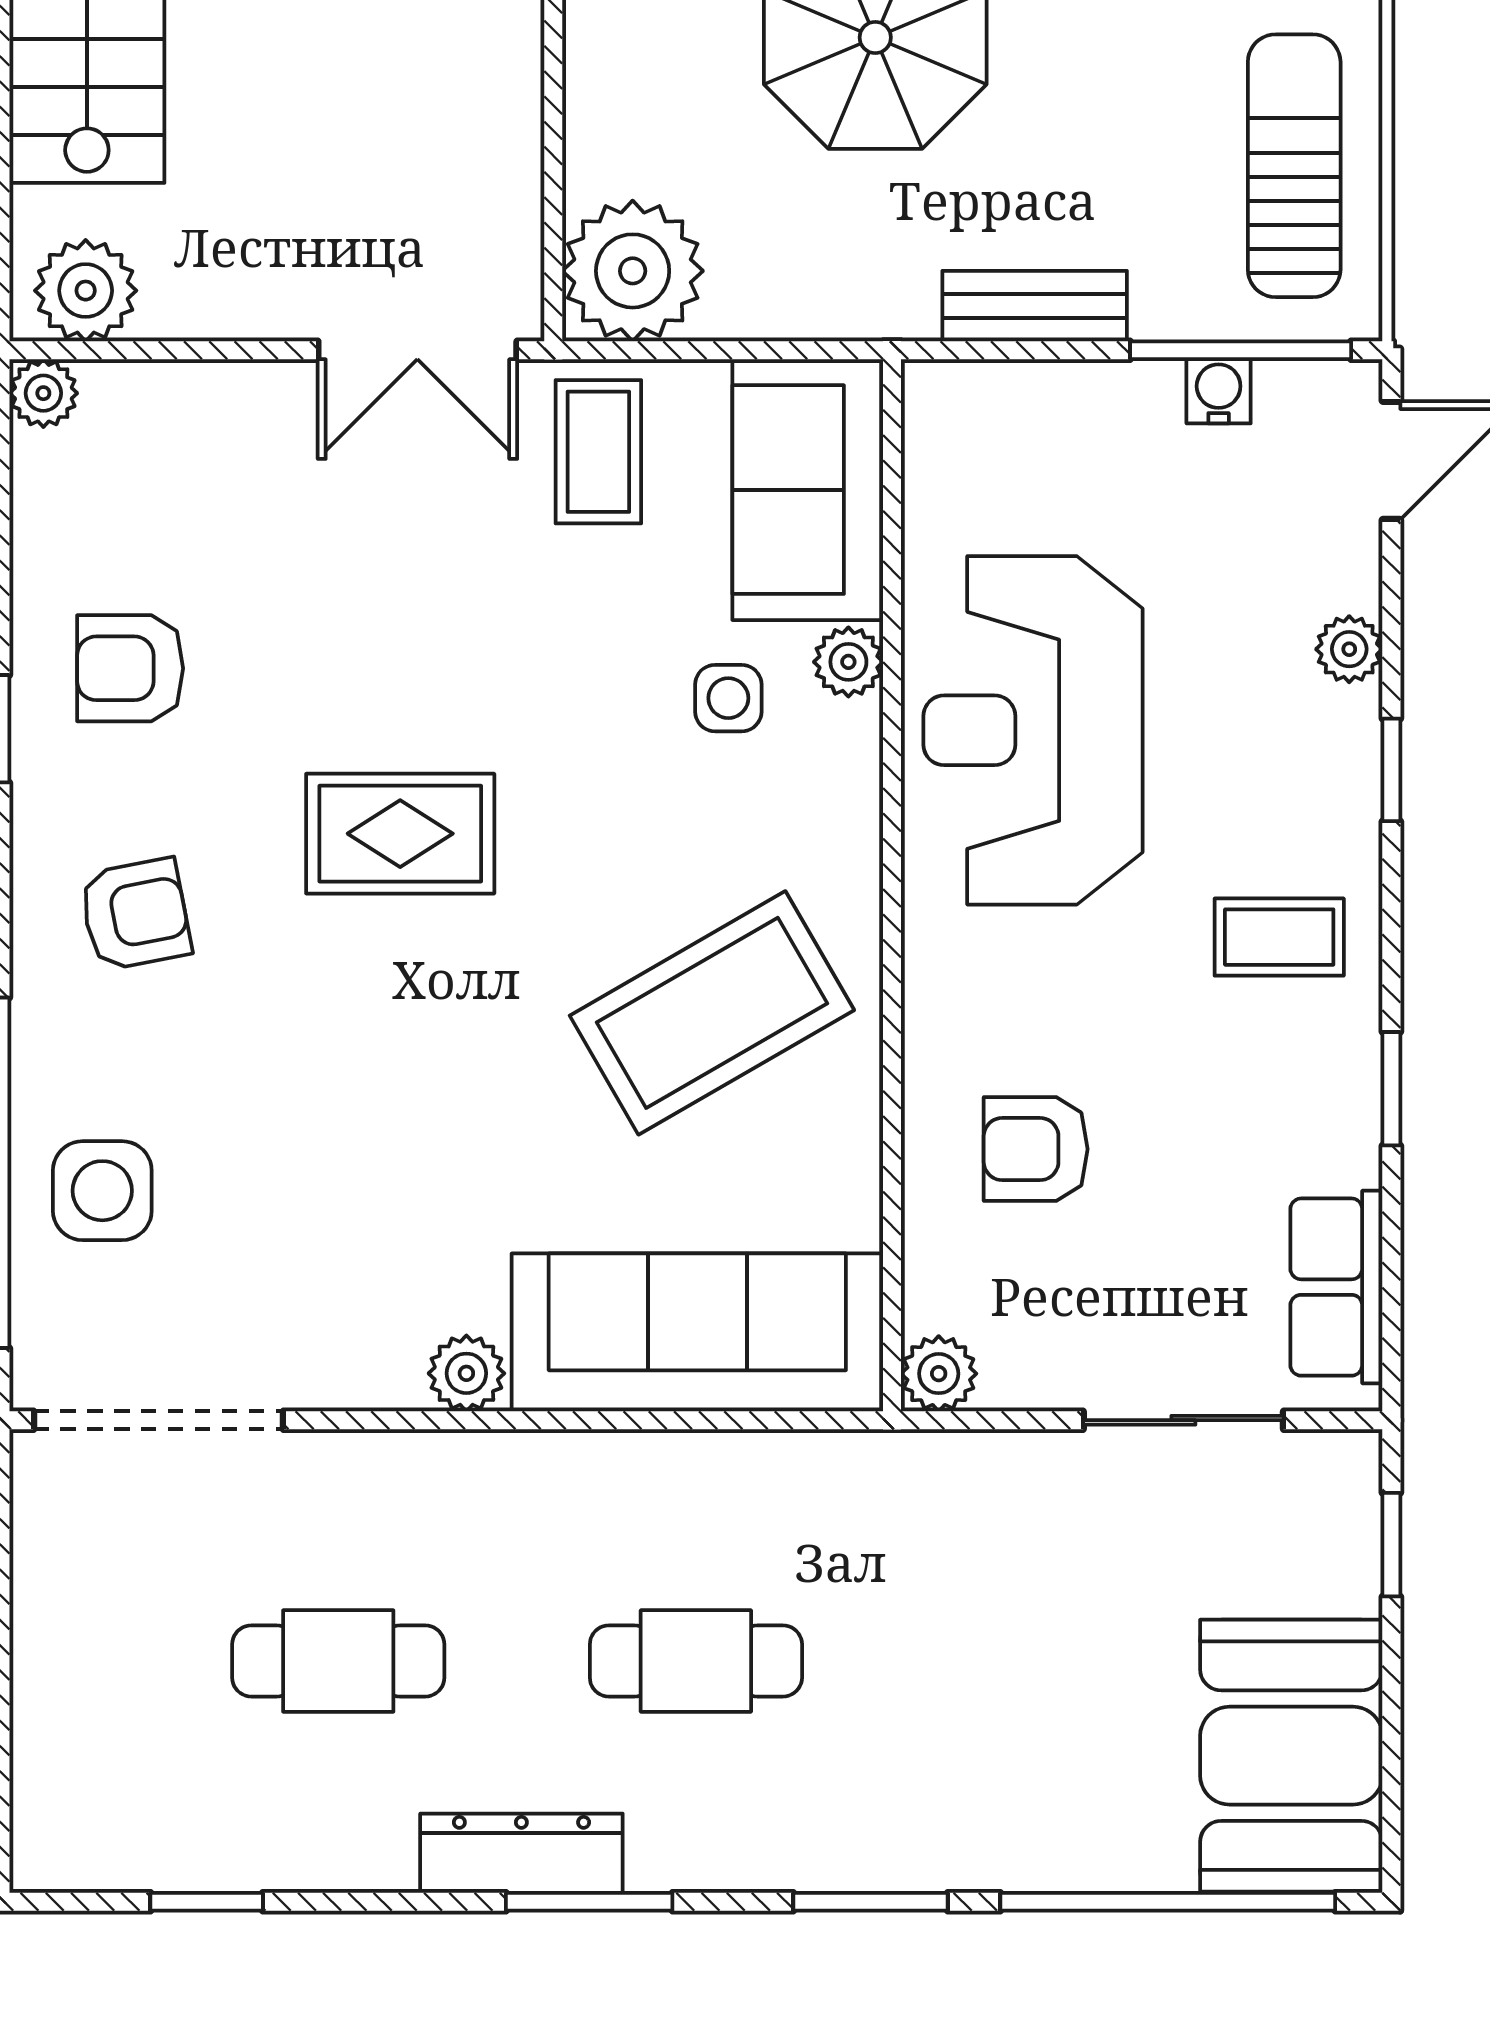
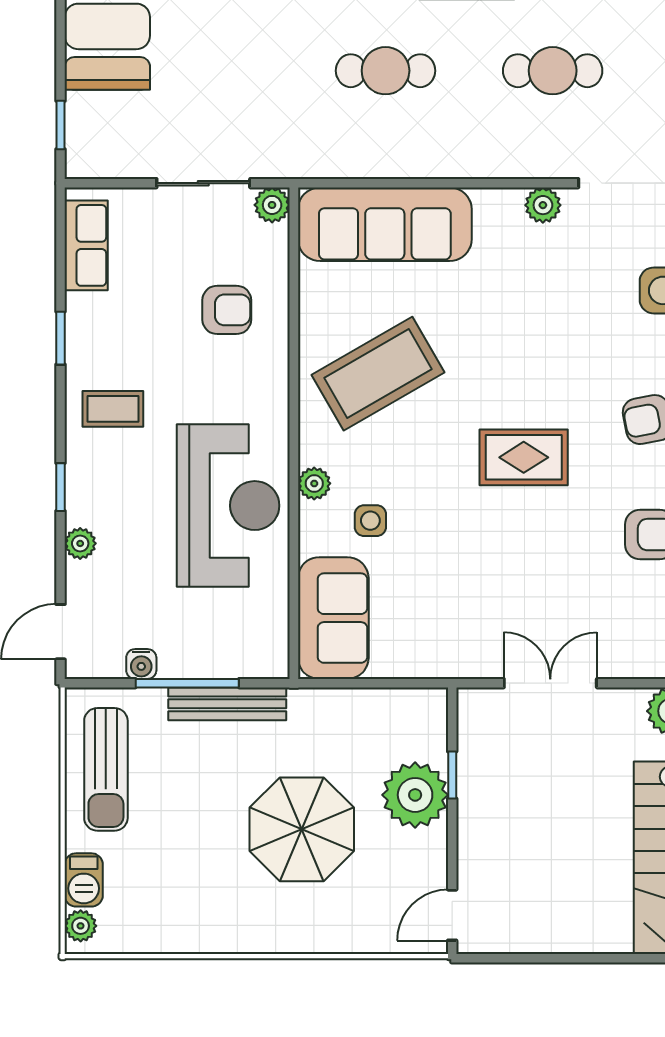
window: (553, 154) -> (452, 775), added
plant: (633, 271) -> (415, 795), moved
bench: (1035, 306) -> (227, 704), width x1.36
double door: (417, 350) -> (550, 683), moved
window: (1241, 350) -> (187, 683), moved
coffee table: (598, 452) -> (431, 636), removed
plant: (848, 662) -> (314, 483), moved
plant: (466, 1373) -> (543, 205), moved
sliding door: (1183, 1420) -> (203, 183), moved

